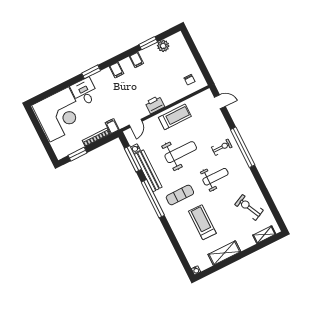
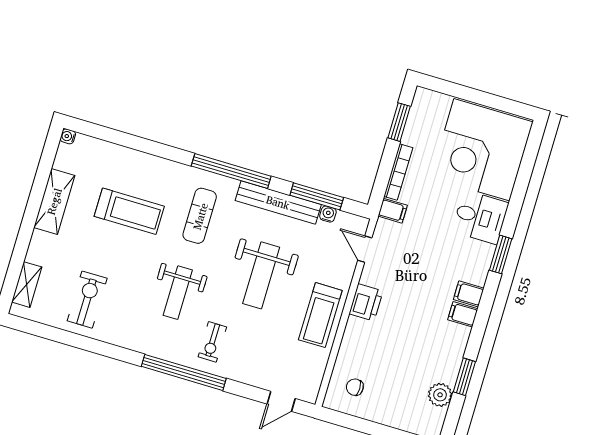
filing cabinet: (136, 60) -> (463, 314), moved
exercise bike: (249, 207) -> (87, 300), turned -64

